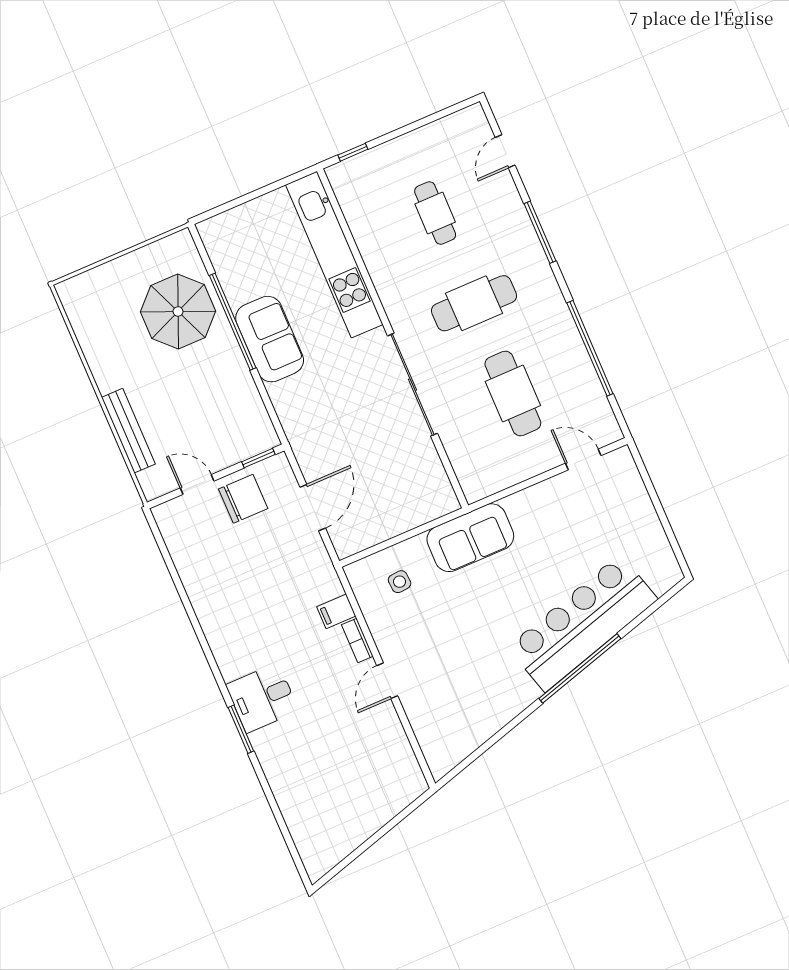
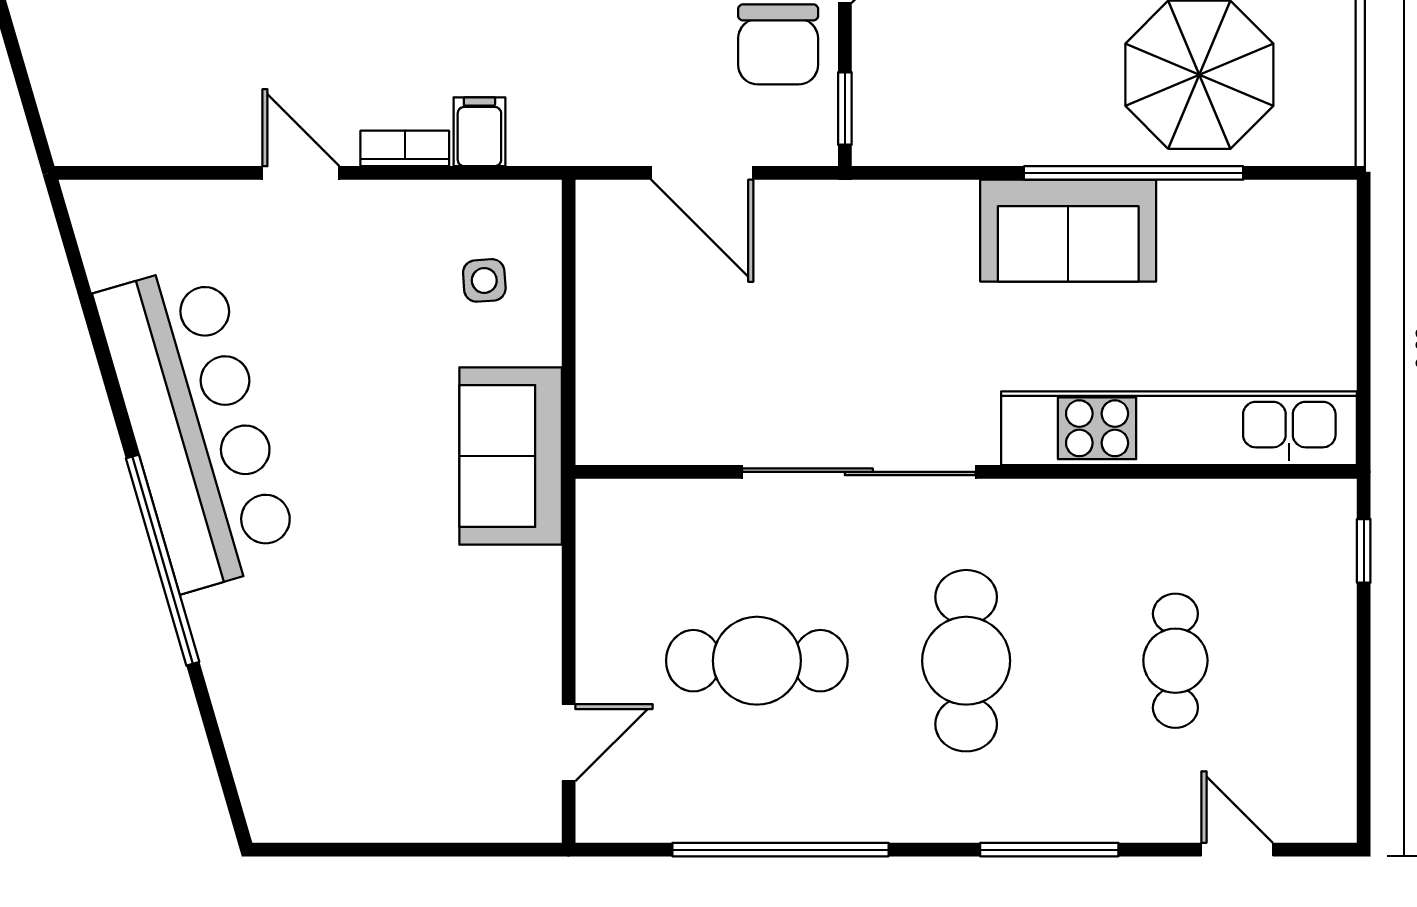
cafe table: (435, 213) -> (1175, 661), turned 90
bar counter: (583, 623) -> (197, 426), moved

